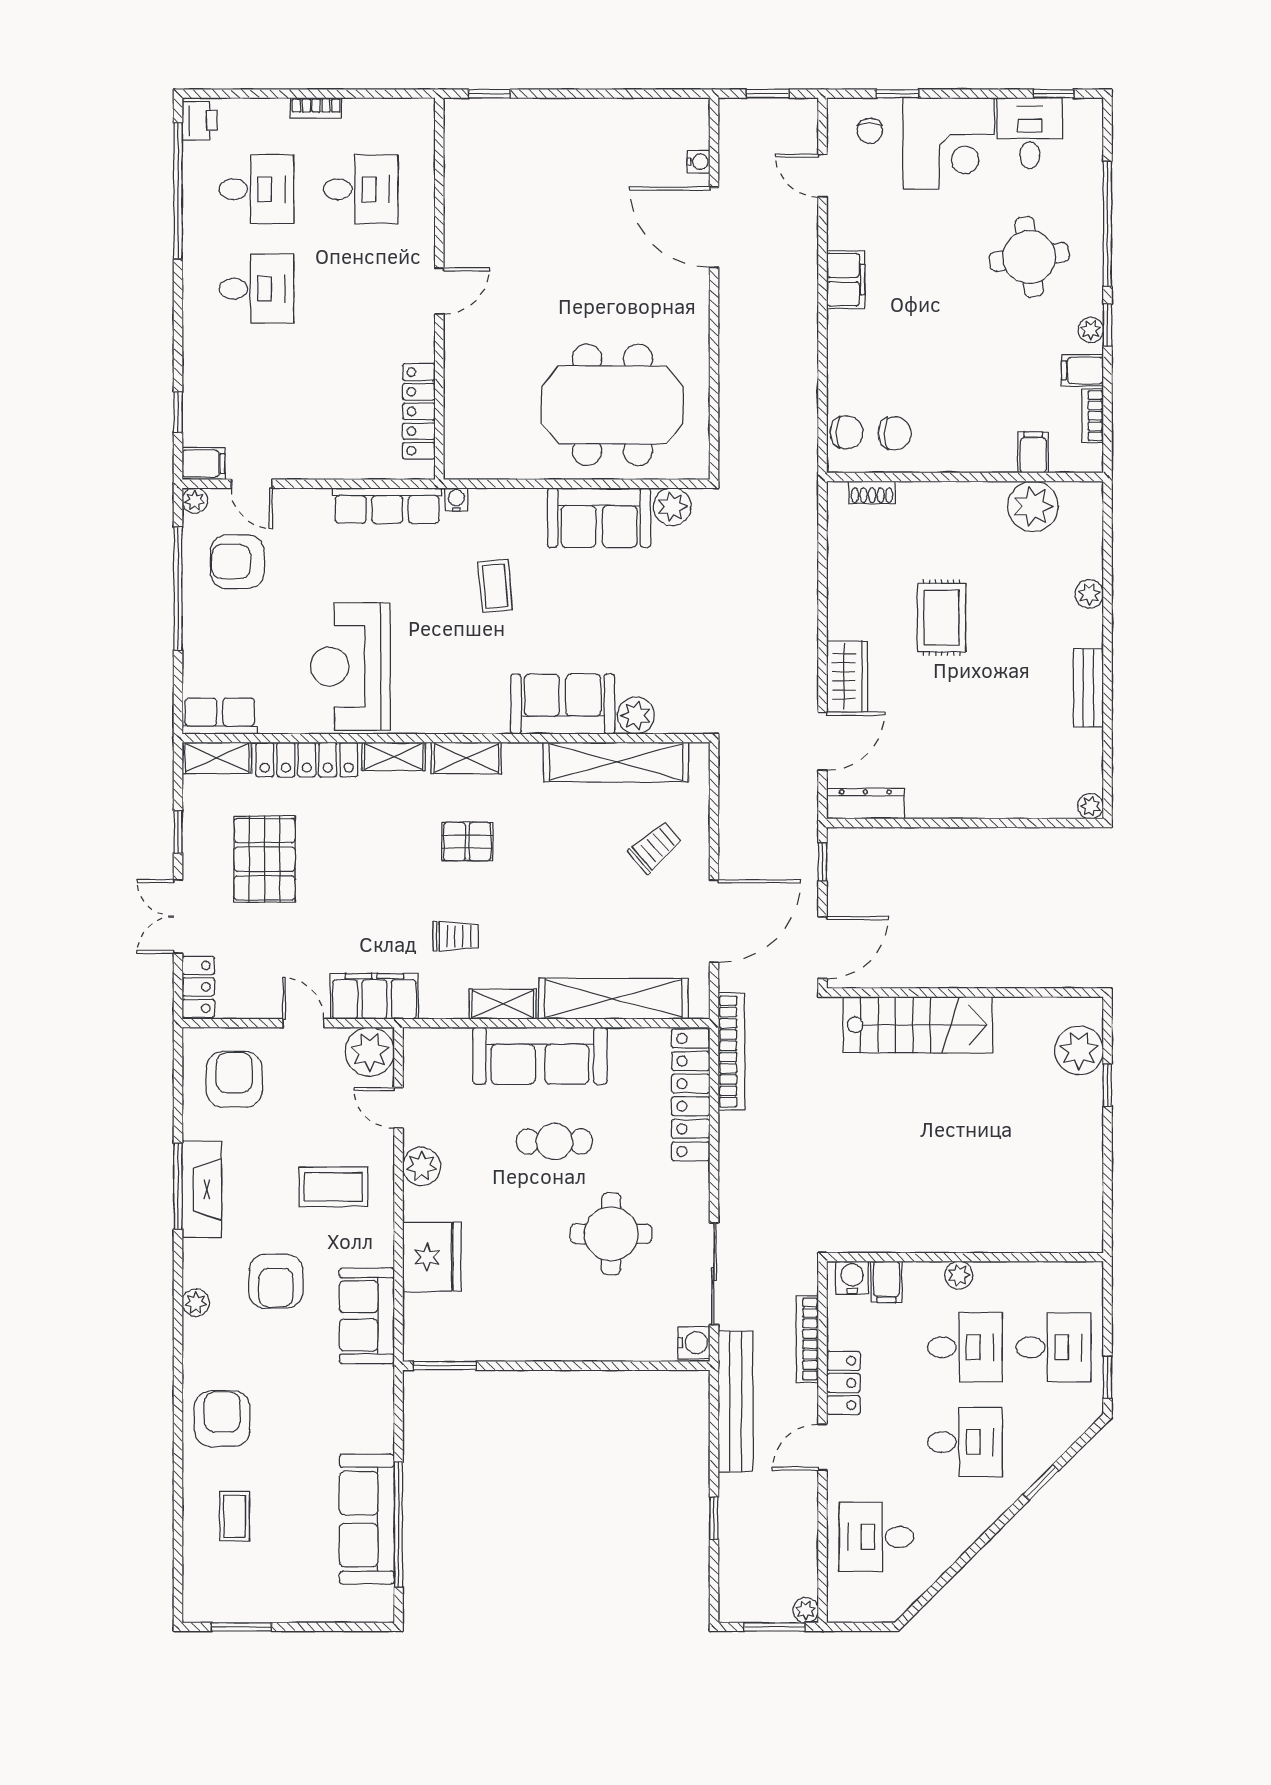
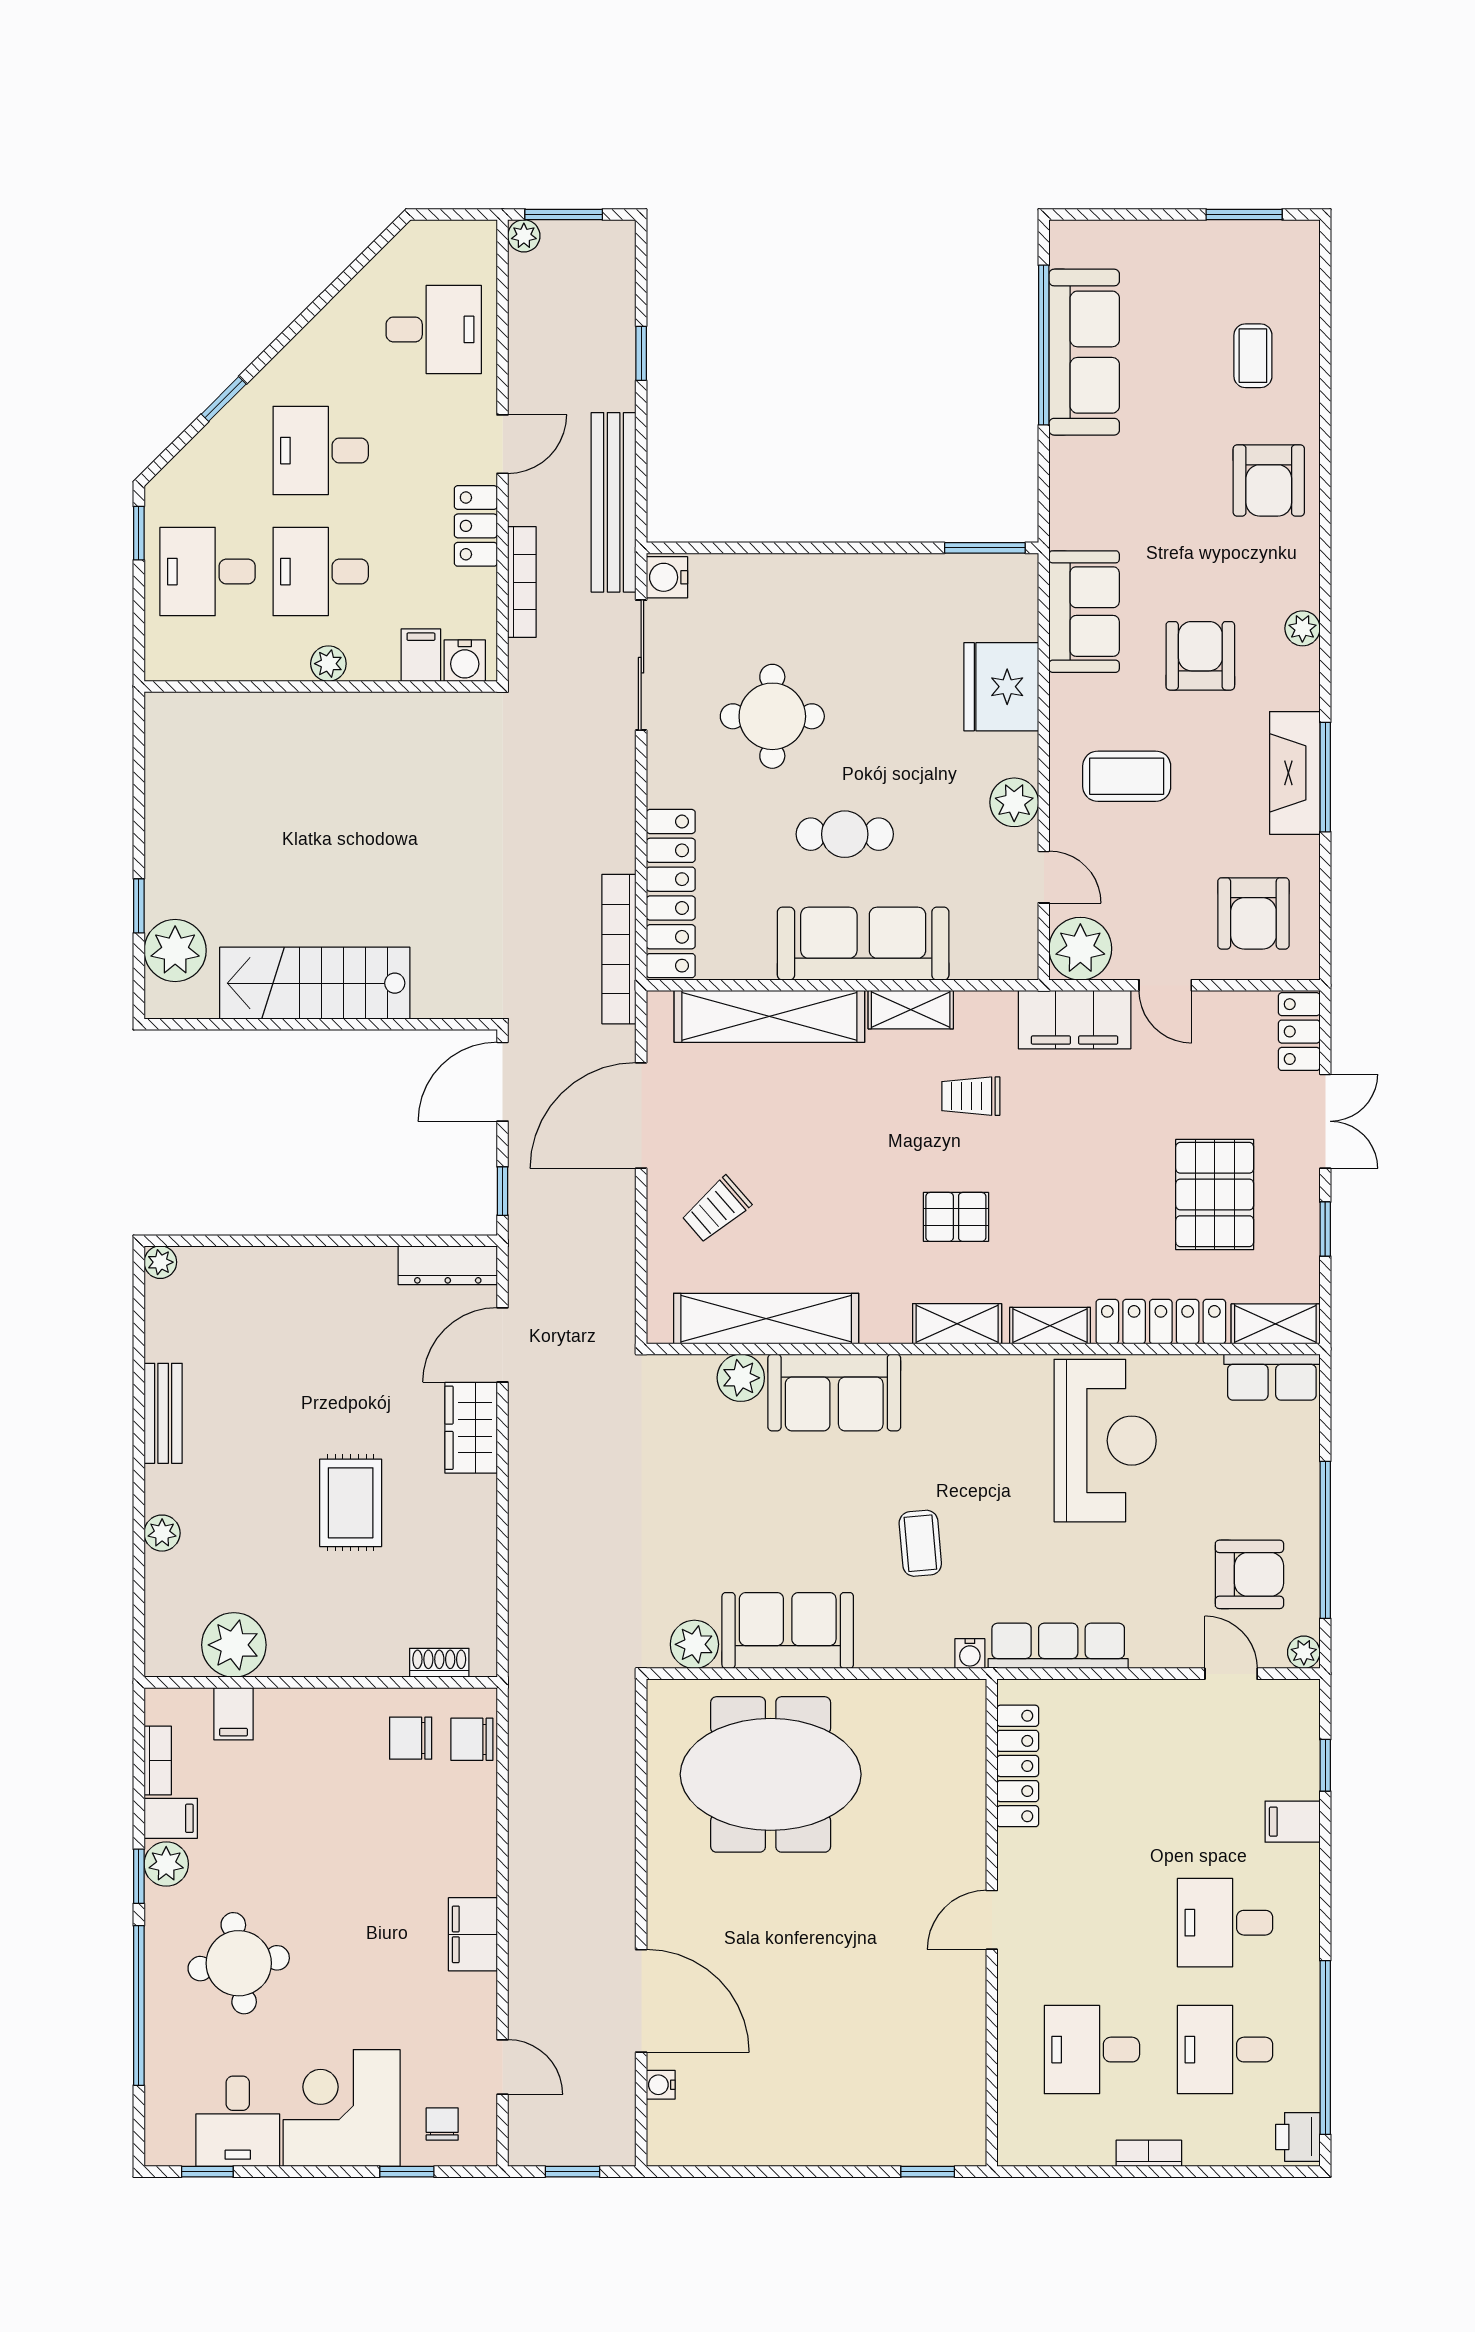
plant: (1091, 330) -> (166, 1864), width x1.38, depth x1.38
filing cabinet: (204, 464) -> (1293, 1822), moved
stairs: (918, 1025) -> (315, 983), moved

